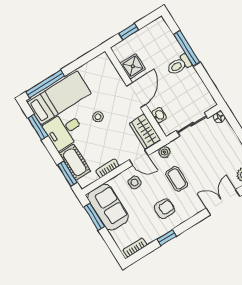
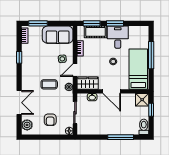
toilet: (179, 65) -> (144, 127), moved
shower: (133, 66) -> (142, 100), moved
window: (45, 84) -> (151, 55), moved
bed: (59, 98) -> (138, 69), moved, turned 180
window: (38, 127) -> (115, 23), moved
armchair: (164, 209) -> (50, 120), moved
window: (94, 217) -> (38, 23), moved

